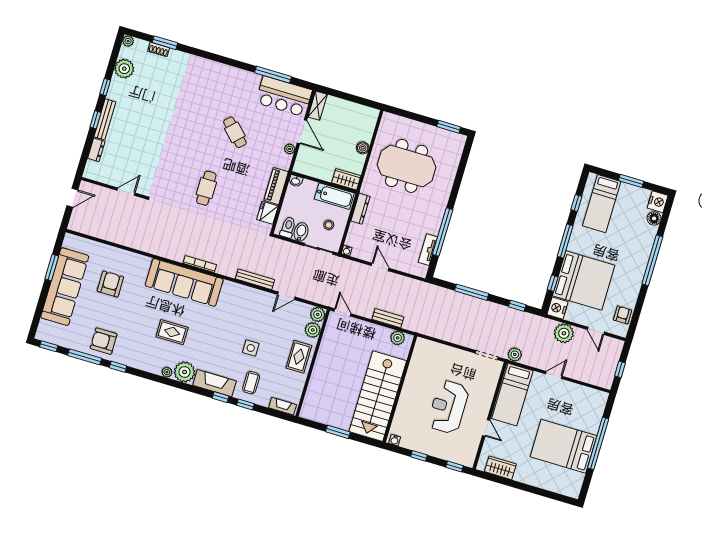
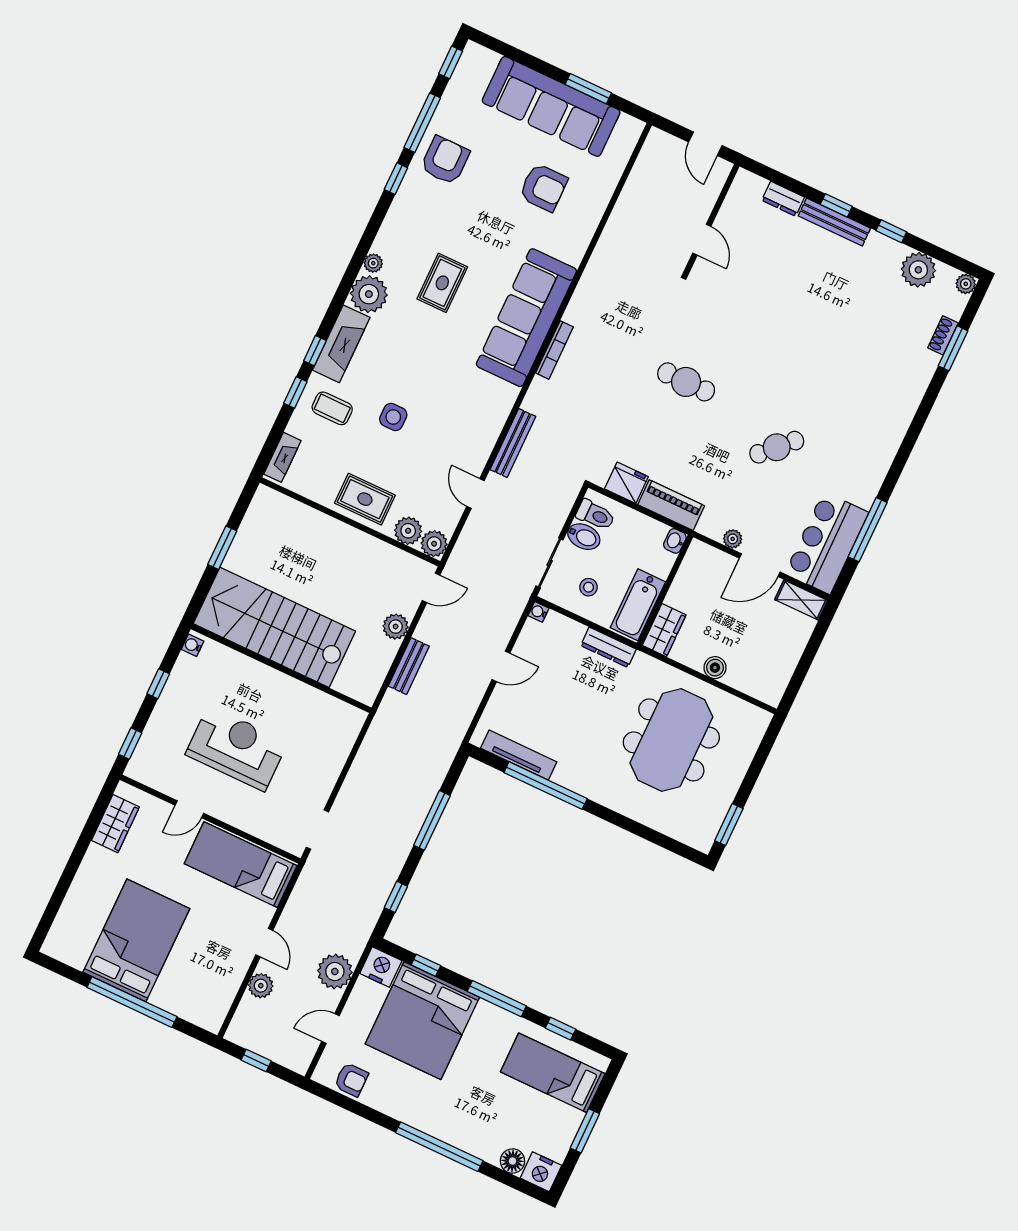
tv unit: (428, 250) -> (519, 755), width x1.41
plant: (398, 338) -> (396, 627), moved
plant: (515, 354) -> (261, 986), moved

